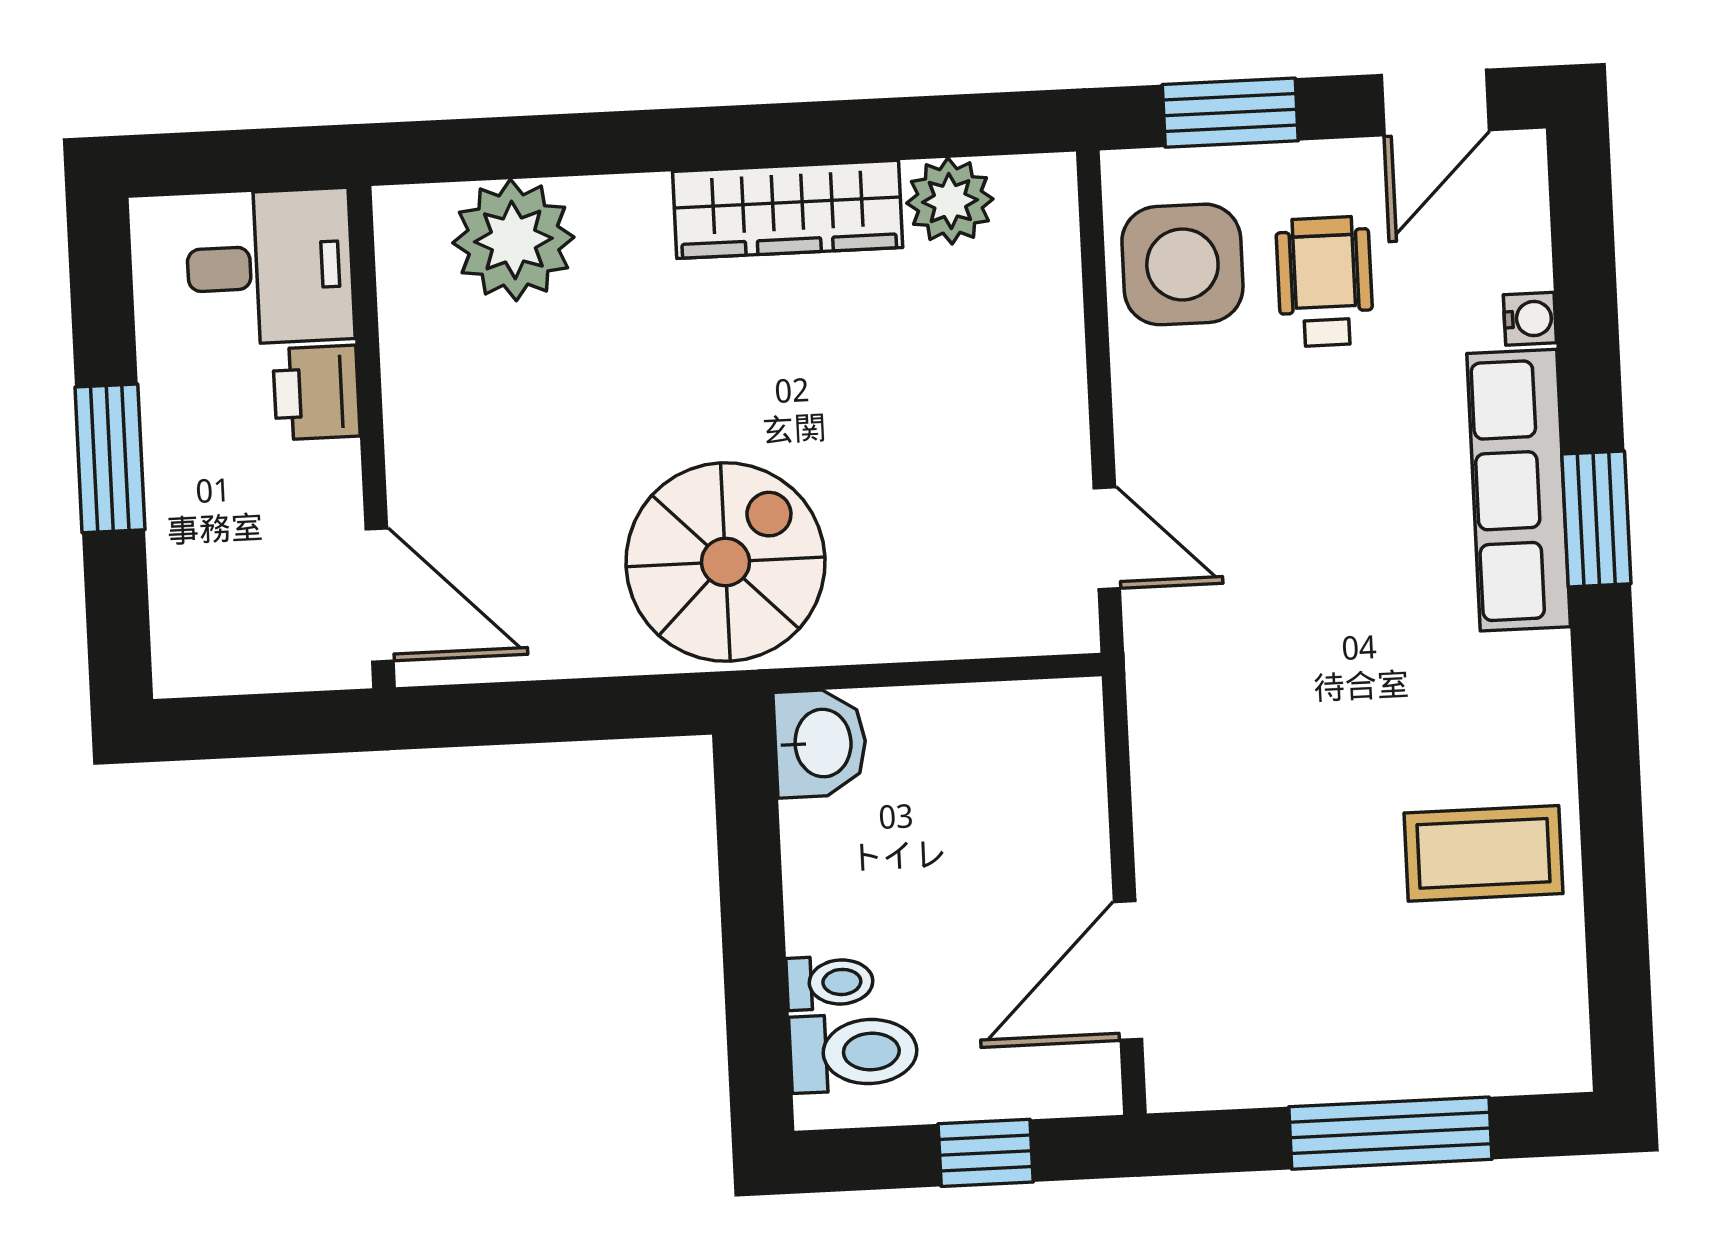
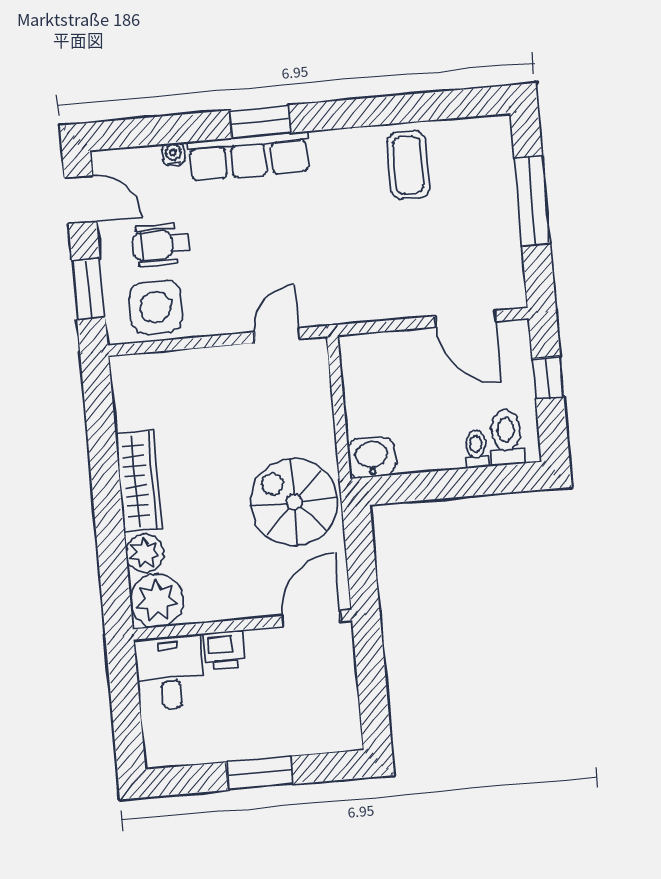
plant: (950, 201) -> (145, 553), moved
desk: (270, 267) -> (170, 672), moved
printer: (316, 393) -> (224, 650), moved
wall: (372, 437) -> (242, 625), moved
door: (380, 595) -> (311, 619), moved

